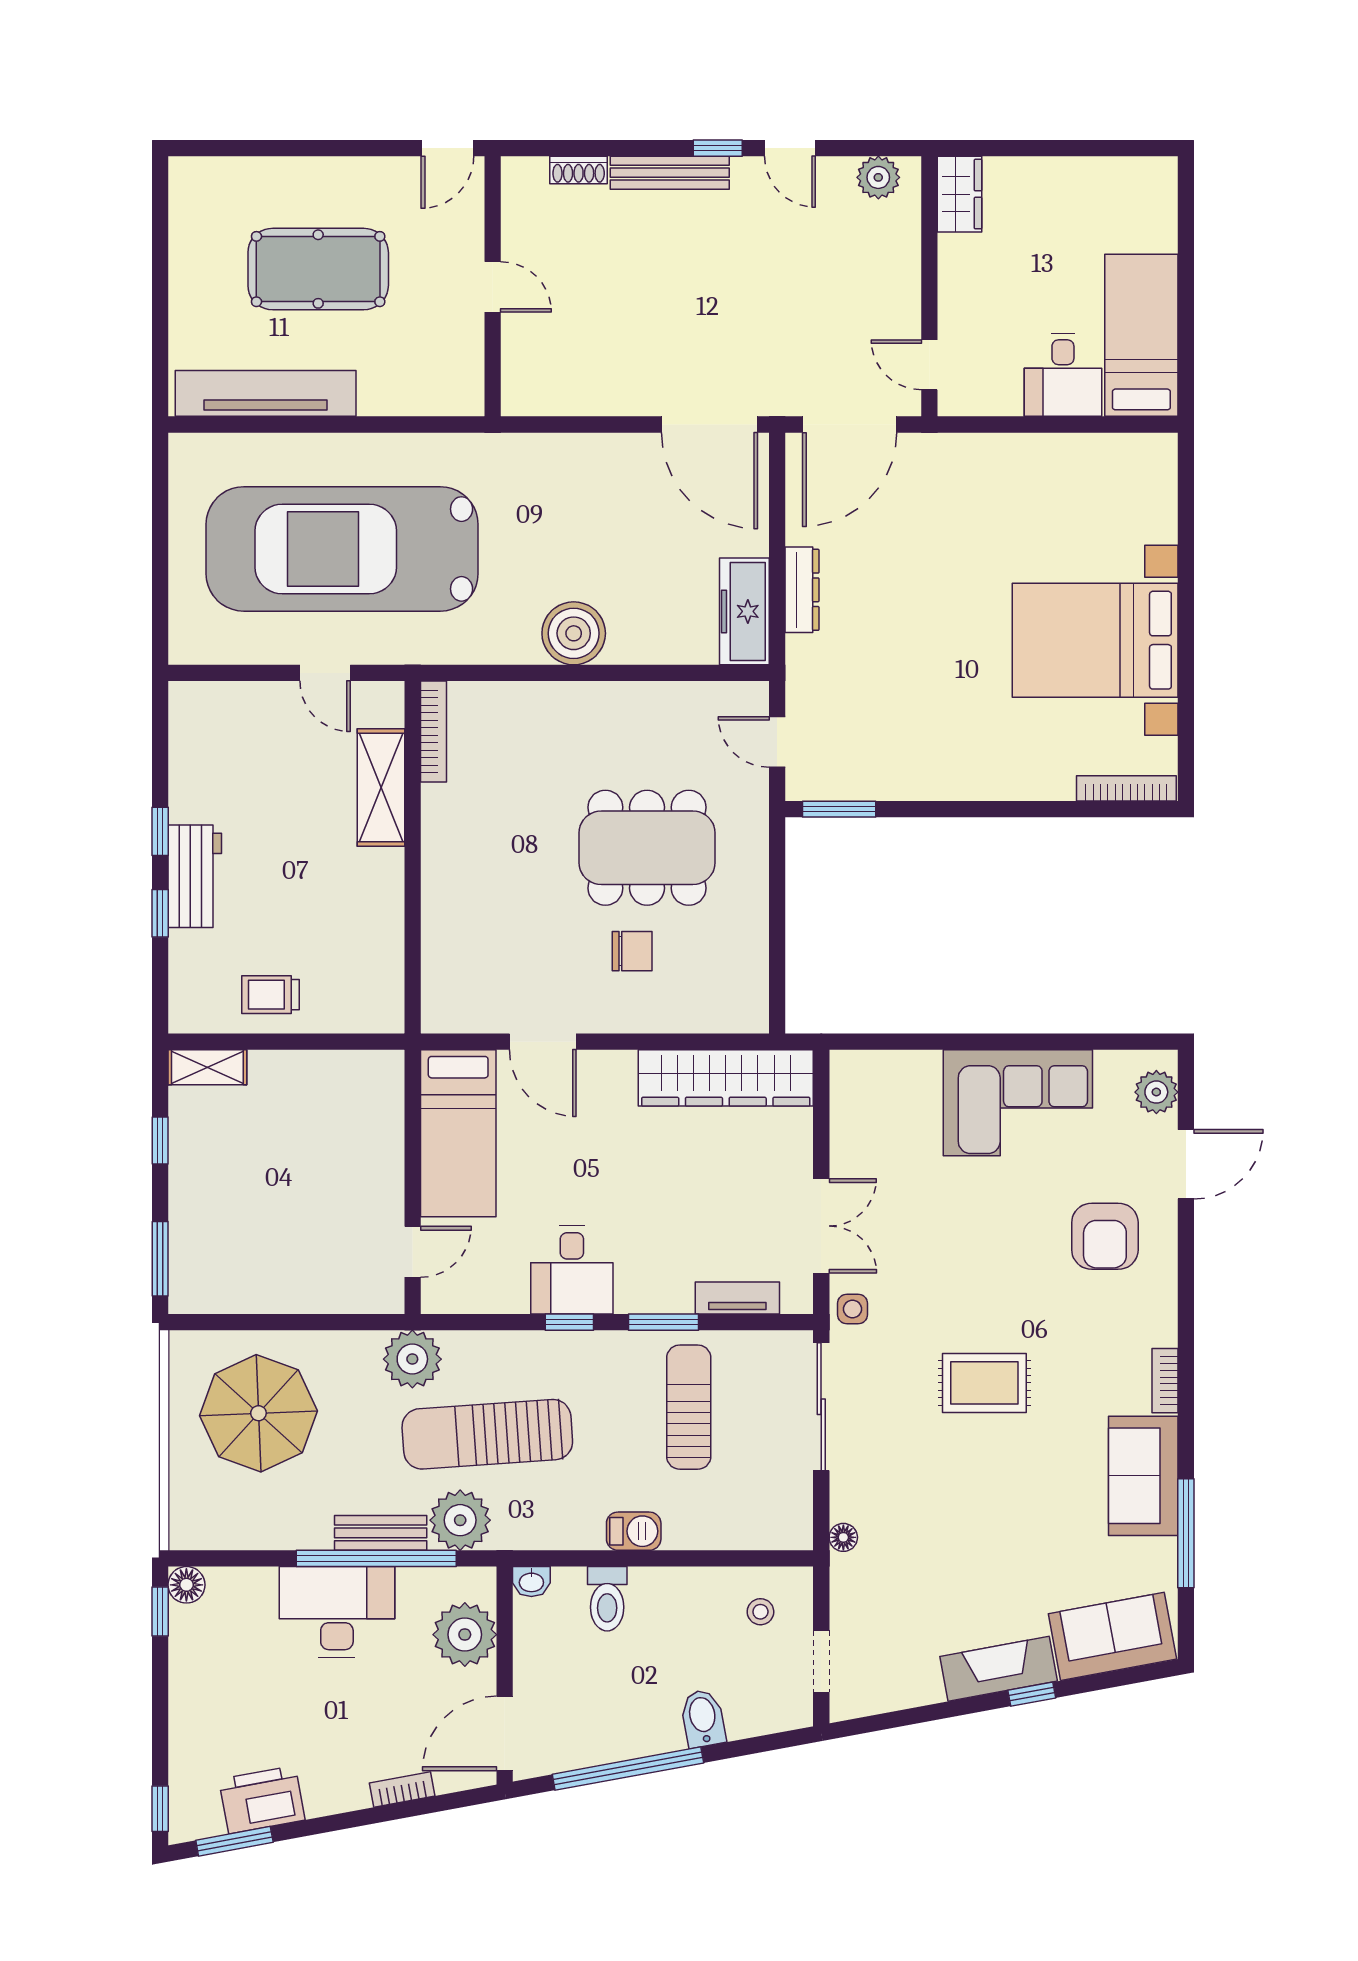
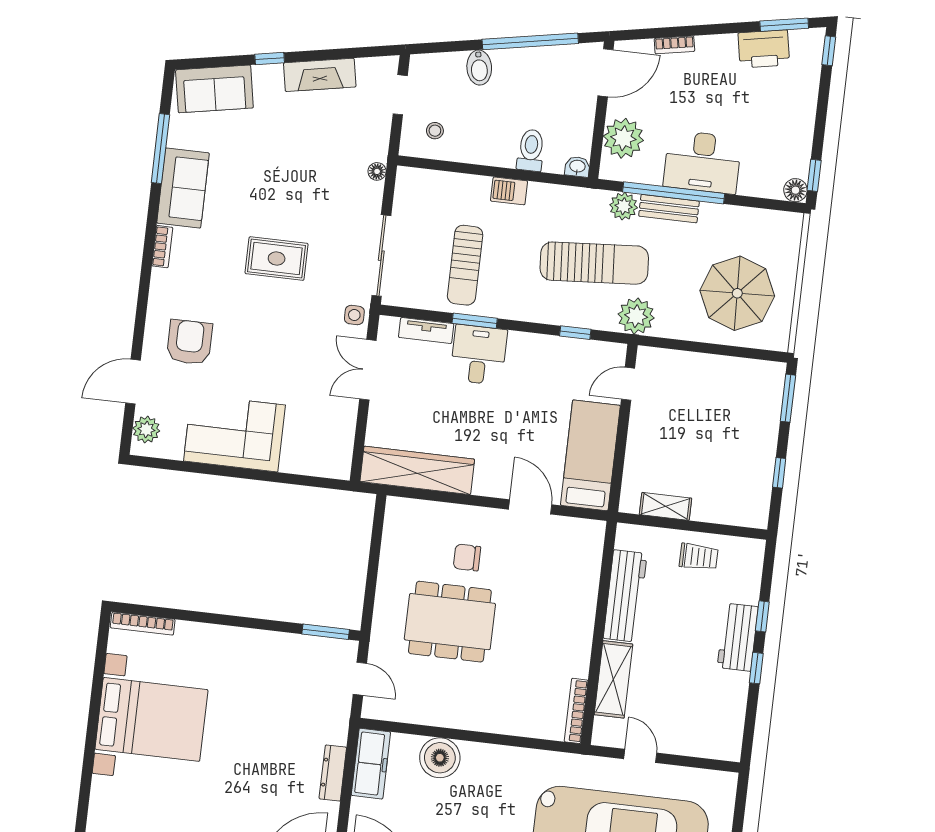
boiler: (574, 633) -> (440, 758), moved
workbench: (378, 920) -> (625, 596), added
shelving: (207, 1067) -> (665, 506), moved
desk: (572, 1270) -> (479, 355), moved
window: (569, 1322) -> (575, 333), moved
plant: (460, 1520) -> (624, 206), width x0.73, depth x0.73
fireplace: (999, 1669) -> (320, 75), moved

